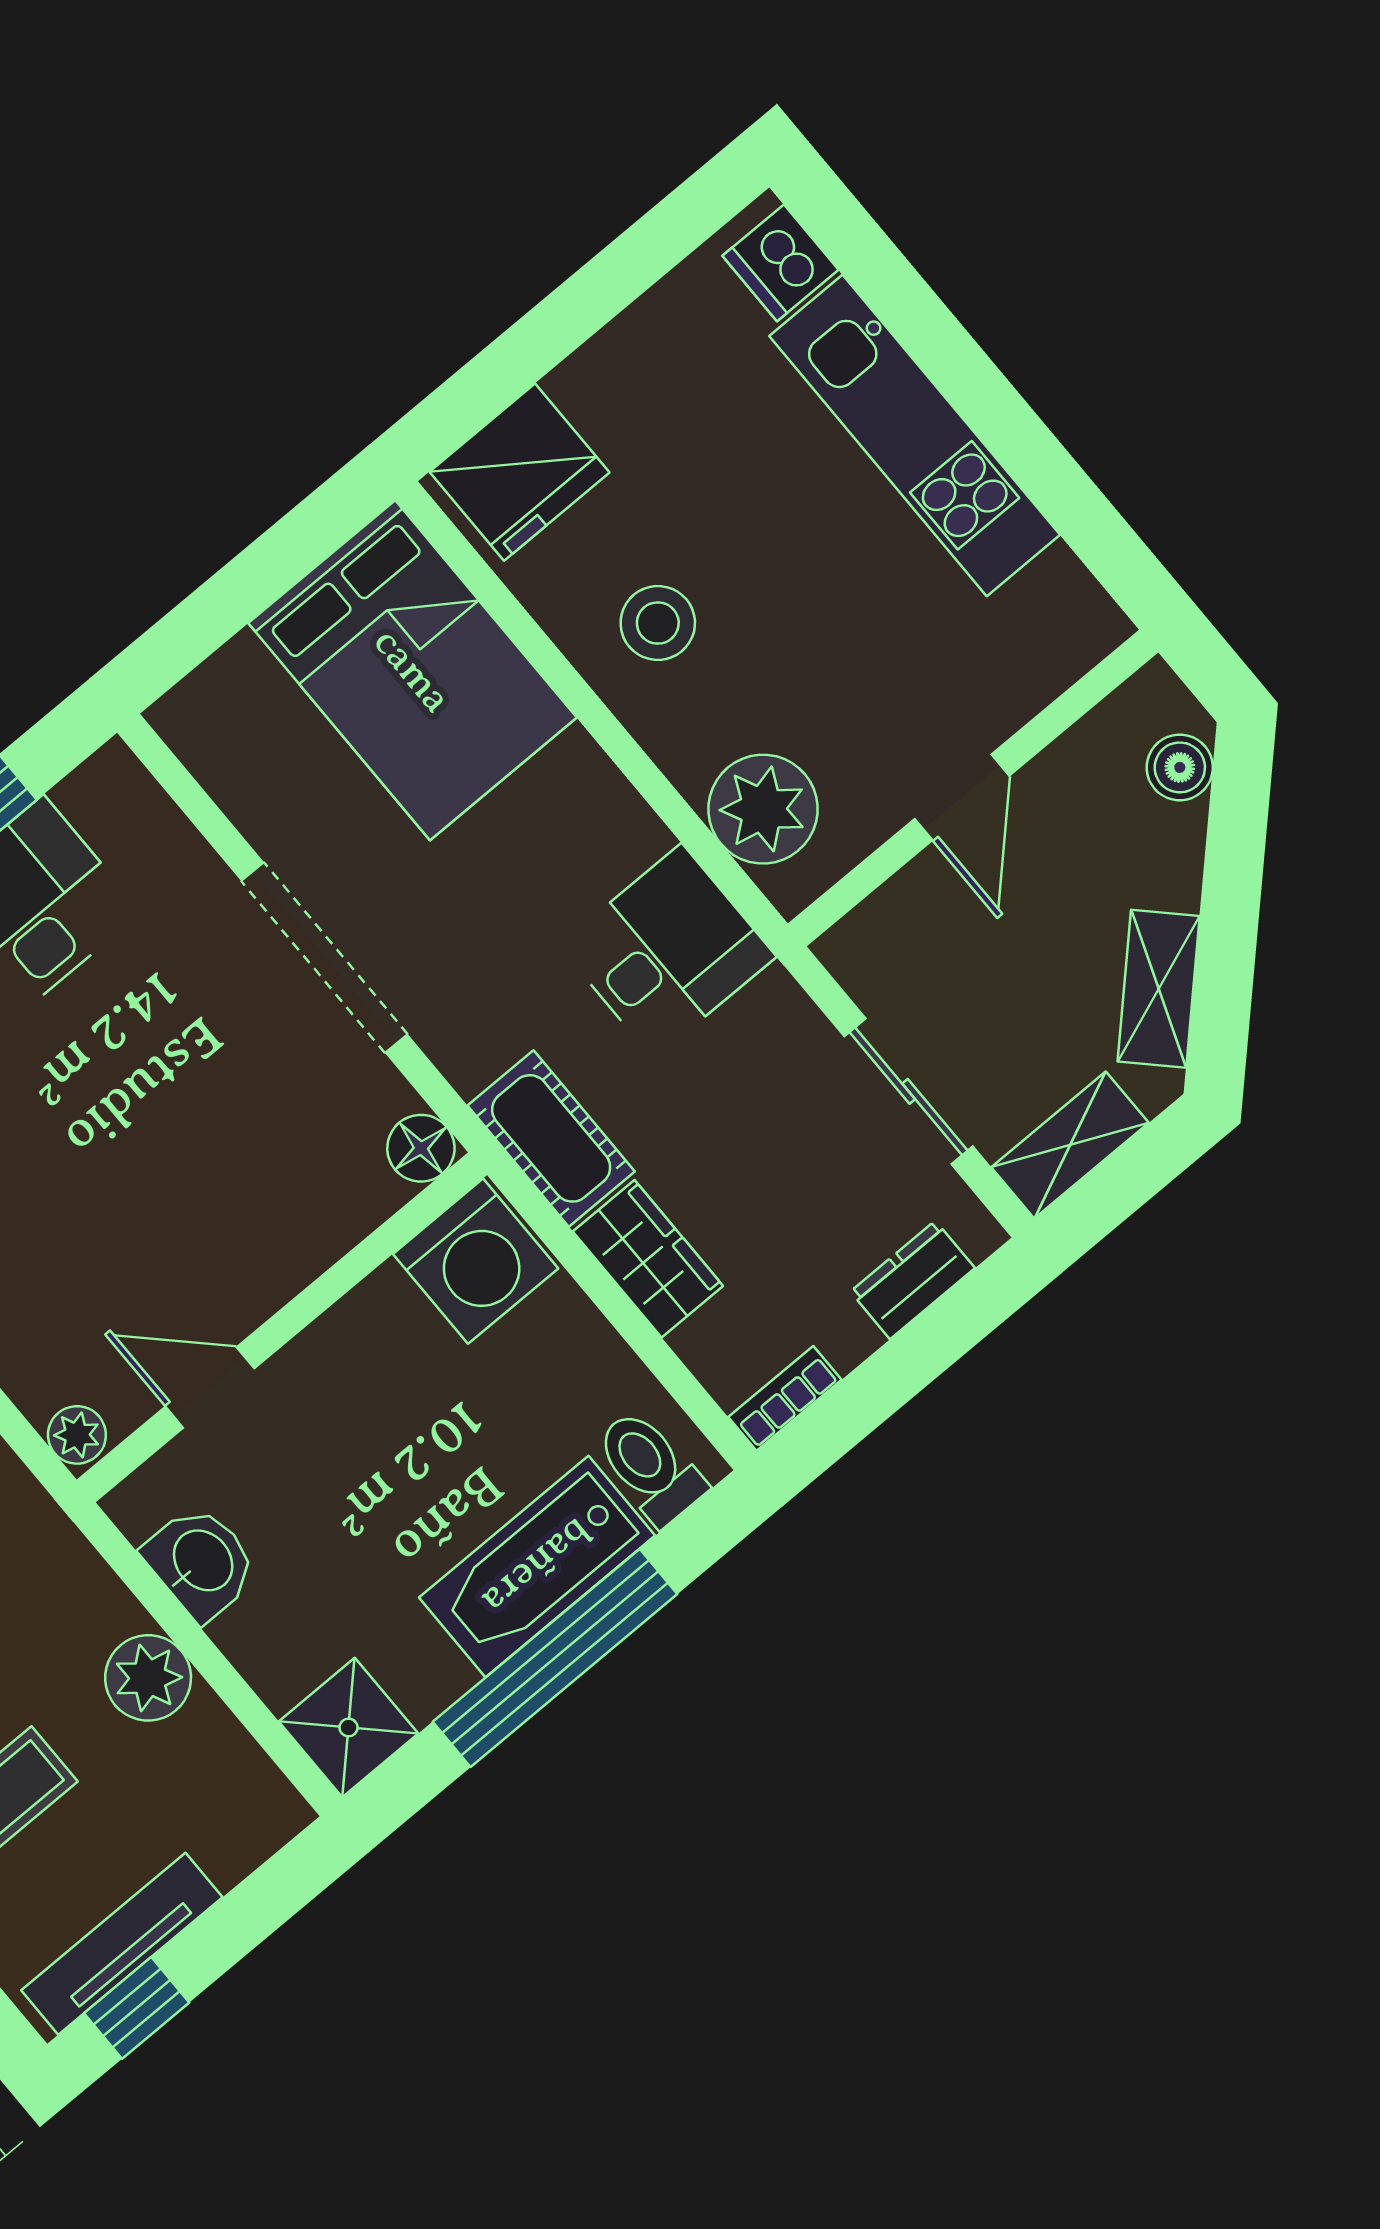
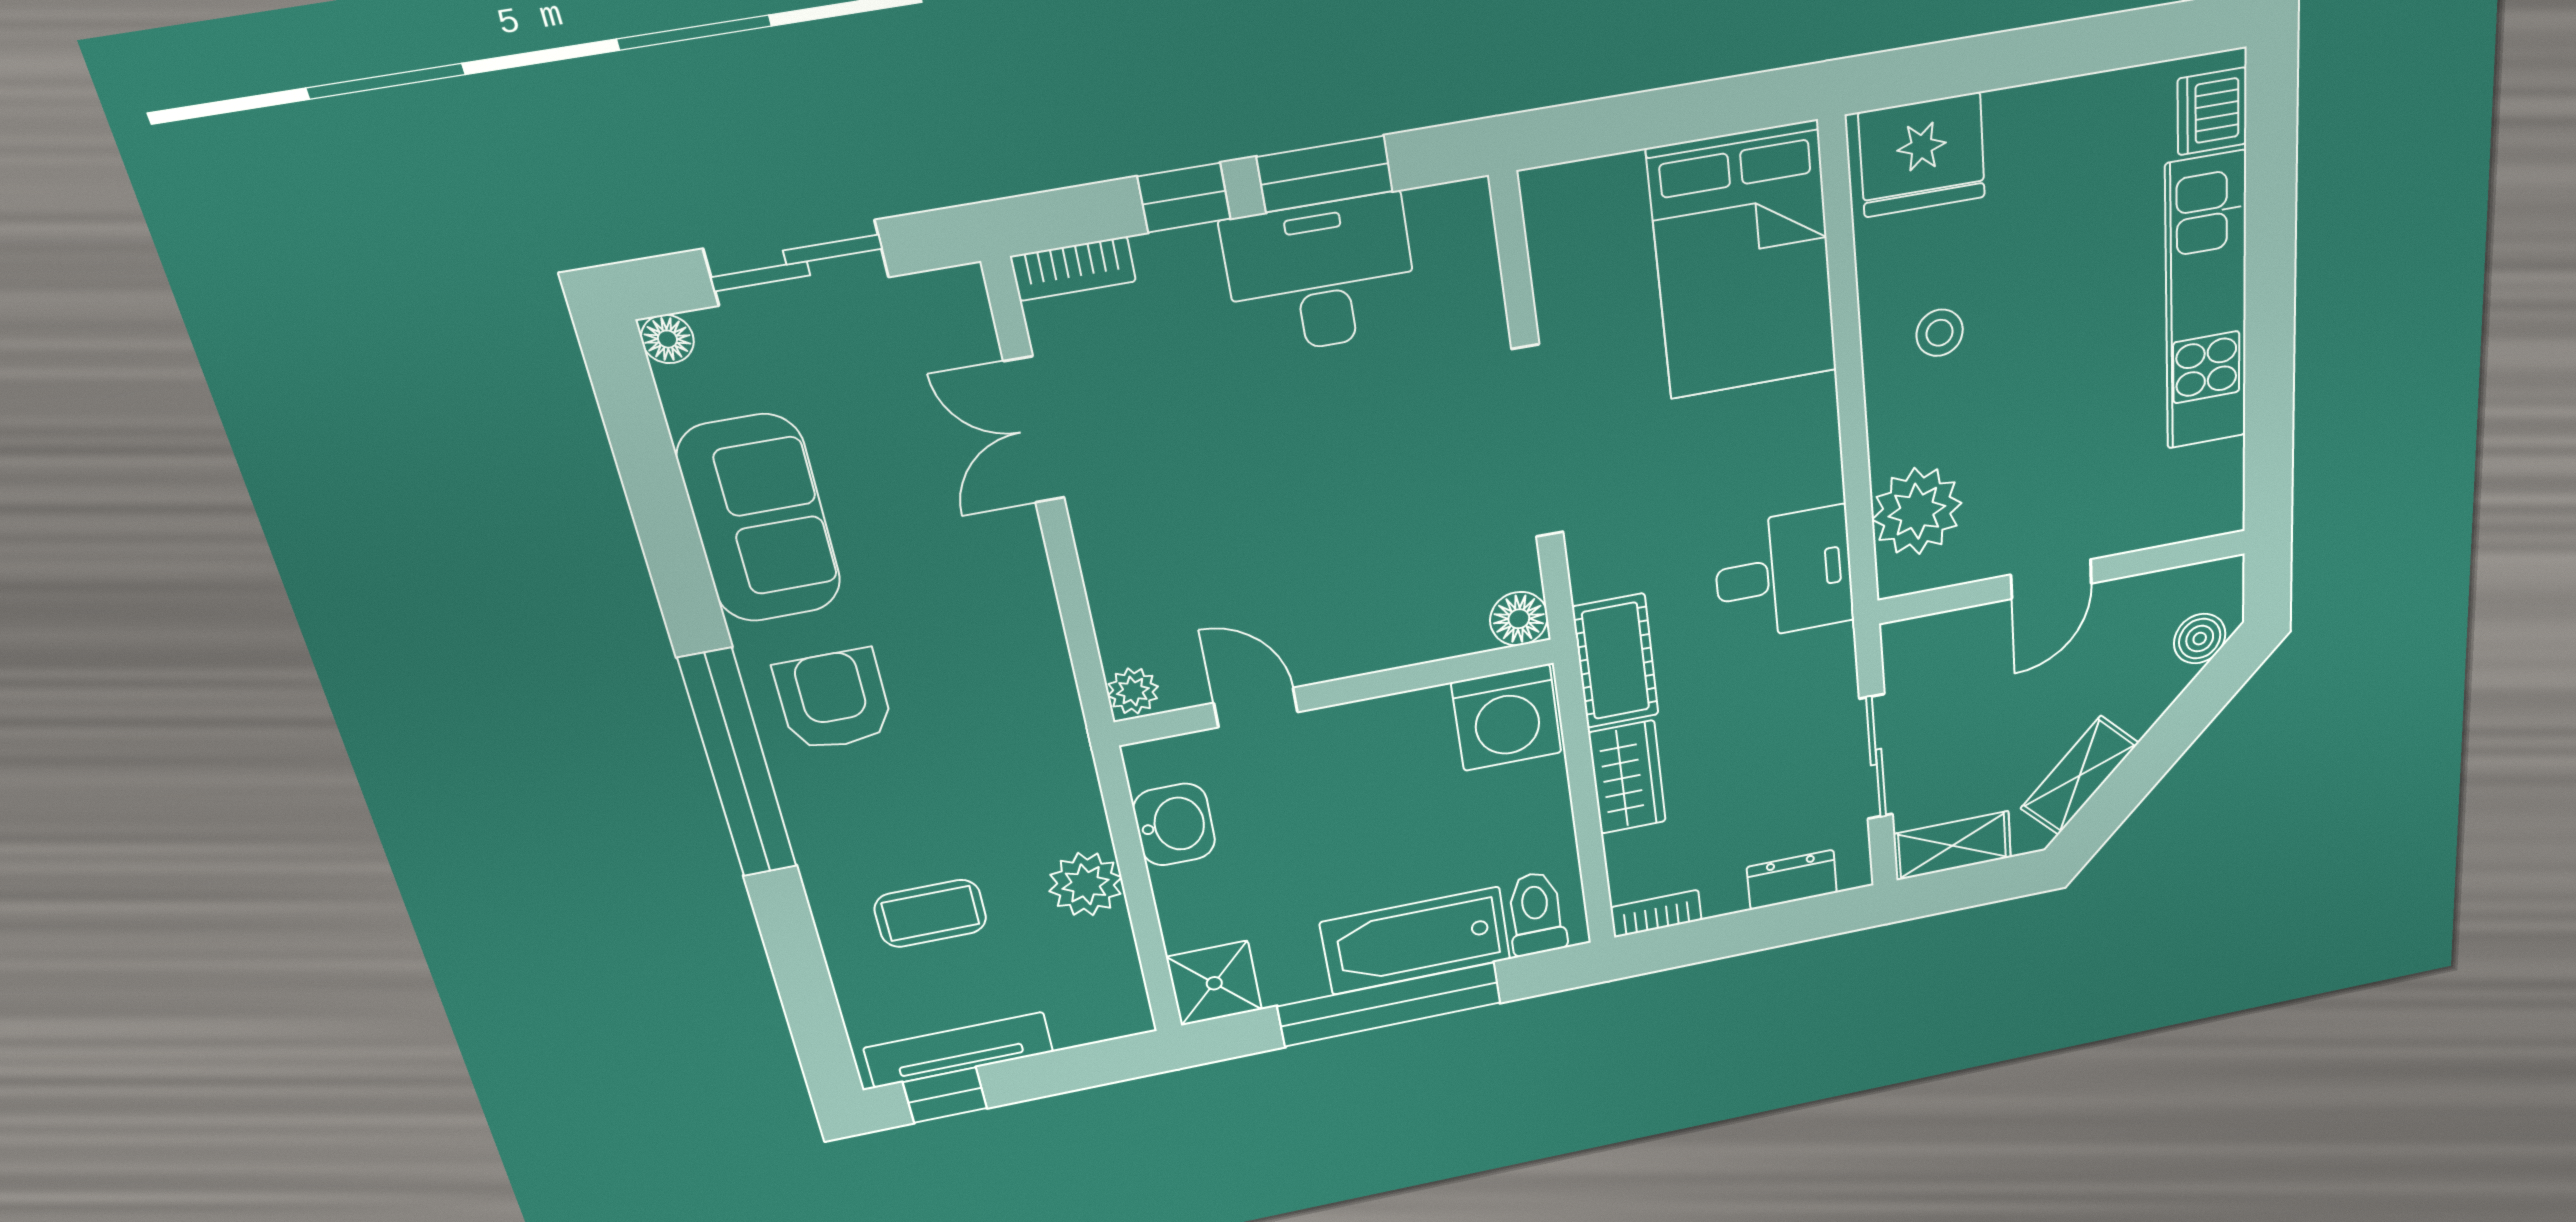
stool: (658, 623) -> (1940, 333), width x0.73, depth x0.73

